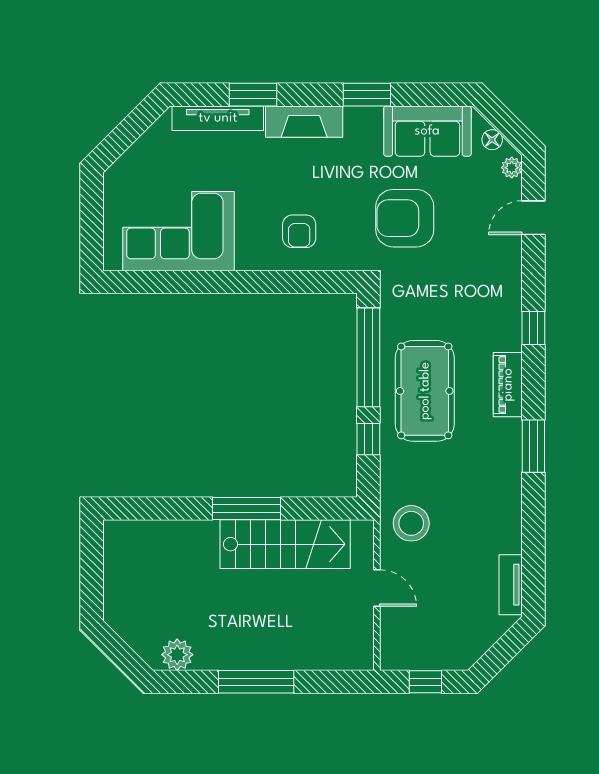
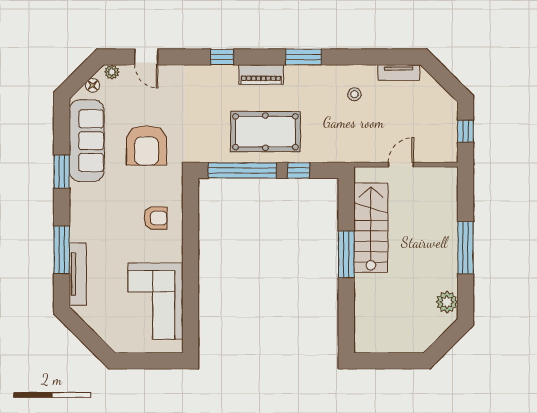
window: (253, 95) -> (62, 250), width x1.44
fireplace: (304, 122) -> (80, 215), removed
sofa: (427, 131) -> (87, 141), width x1.36
stool: (411, 523) -> (354, 94), moved, width x0.53, depth x0.53

